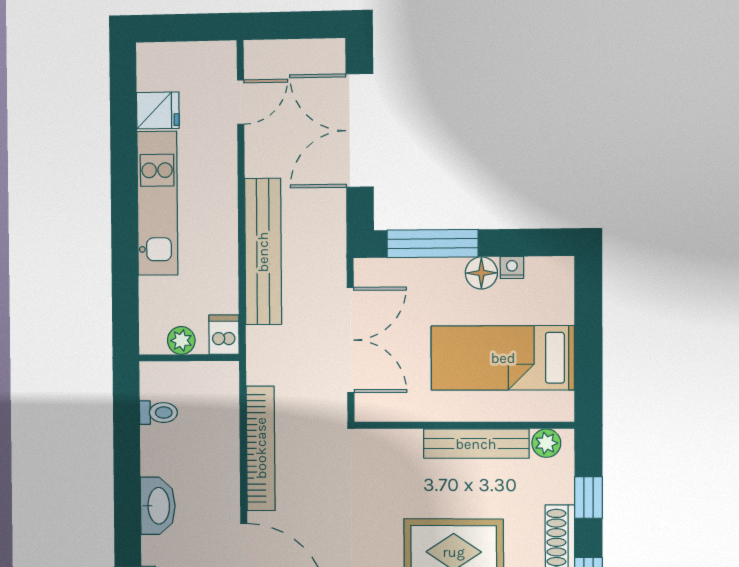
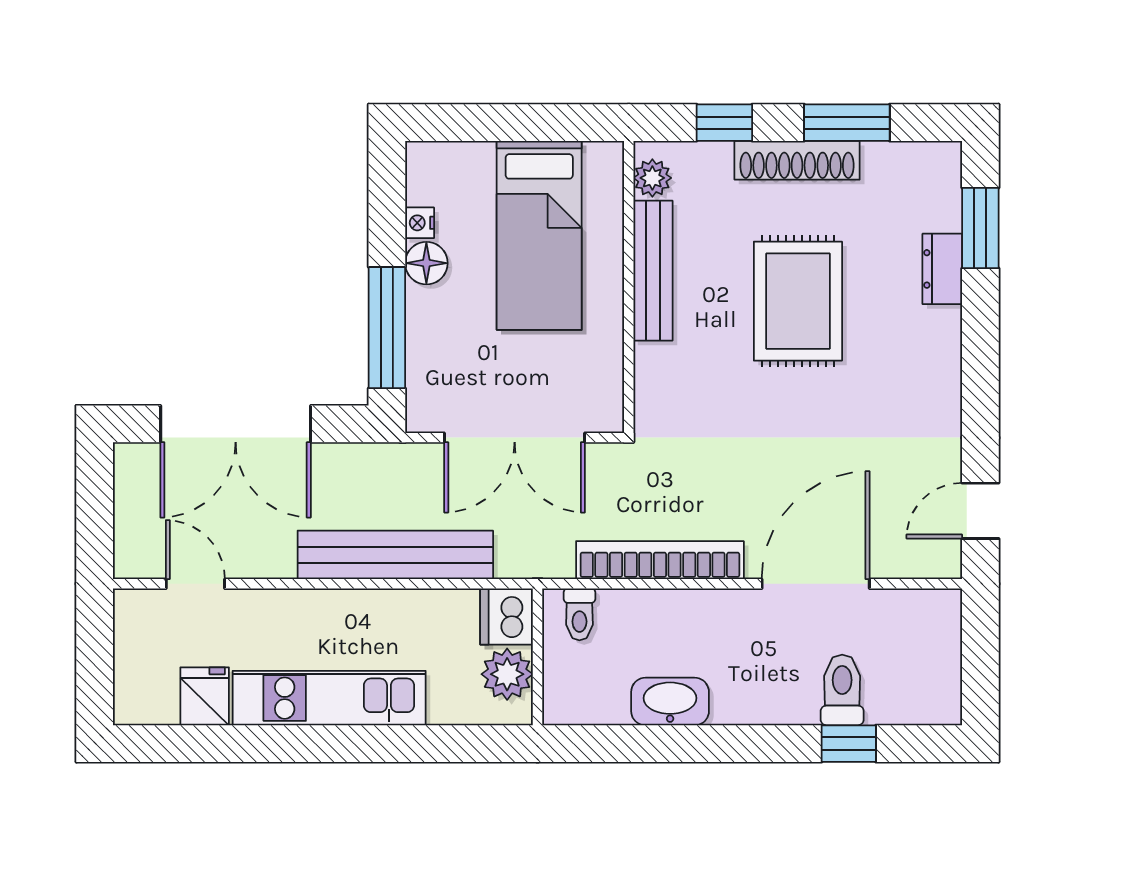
dishwasher: (224, 335) -> (507, 617), width x1.38
plant: (181, 340) -> (507, 674), width x1.38, depth x1.38
double door: (351, 340) -> (515, 438), swing flipped
toilet: (158, 413) -> (579, 614), moved, turned 180
washbasin: (158, 506) -> (670, 702), moved

